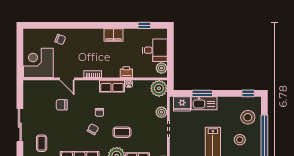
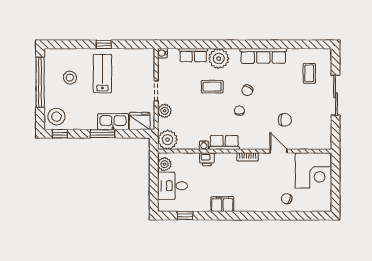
window: (202, 93) -> (103, 134), moved
stool: (248, 117) -> (56, 117), moved

